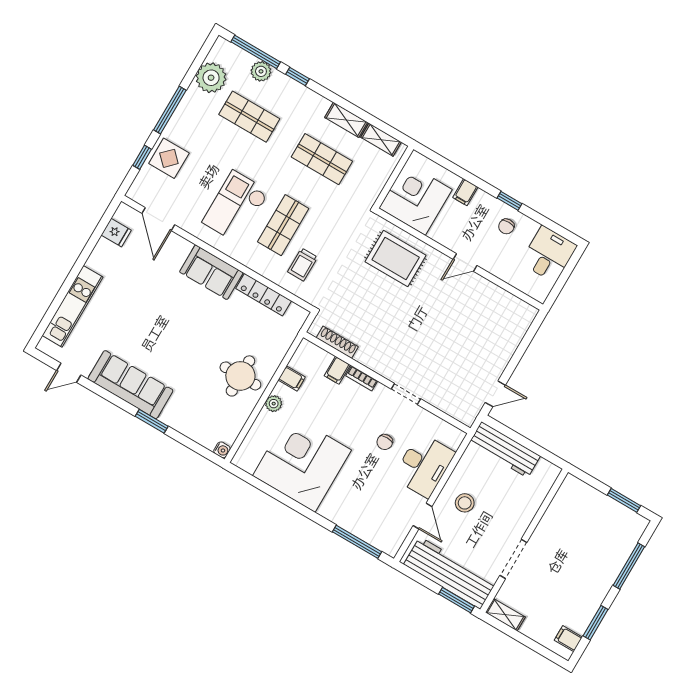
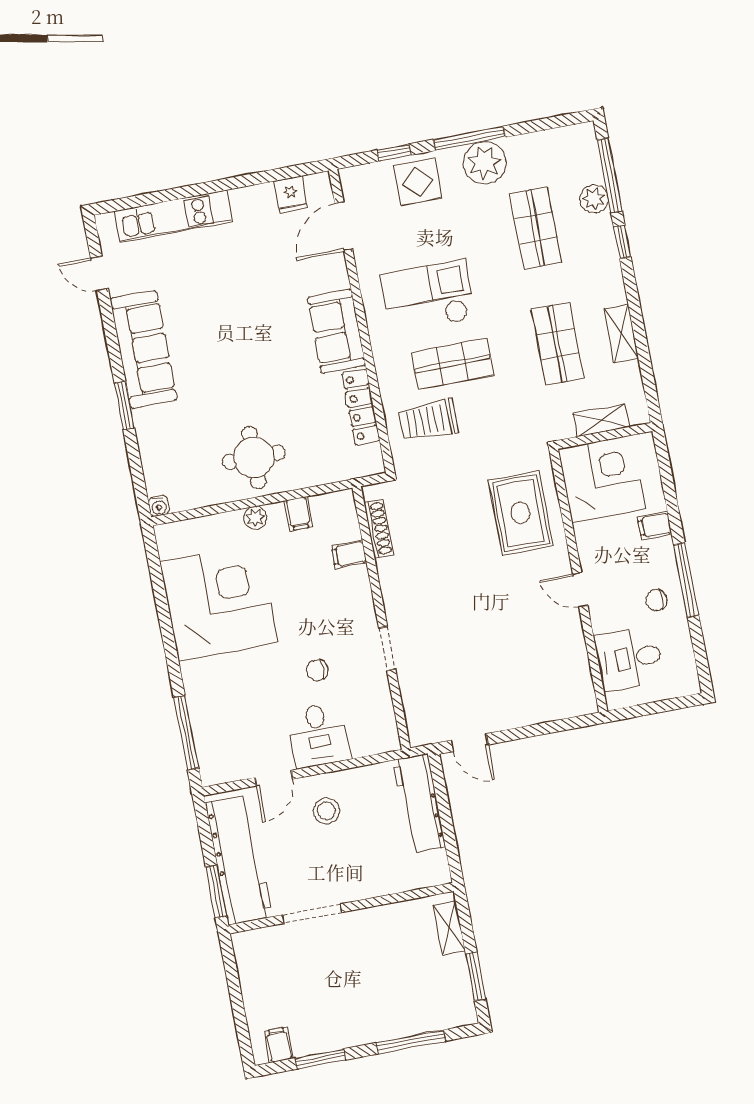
plant: (211, 78) -> (484, 163), moved
shelving: (381, 140) -> (601, 420), moved, turned 90
window: (510, 201) -> (686, 580), width x2.17
desk: (549, 254) -> (629, 659), moved, turned 180
trolley: (303, 264) -> (429, 420), width x1.36, depth x1.39
bookcase: (362, 378) -> (363, 587), removed
desk: (424, 465) -> (318, 735), width x0.73
shelving: (505, 615) -> (449, 928), moved

